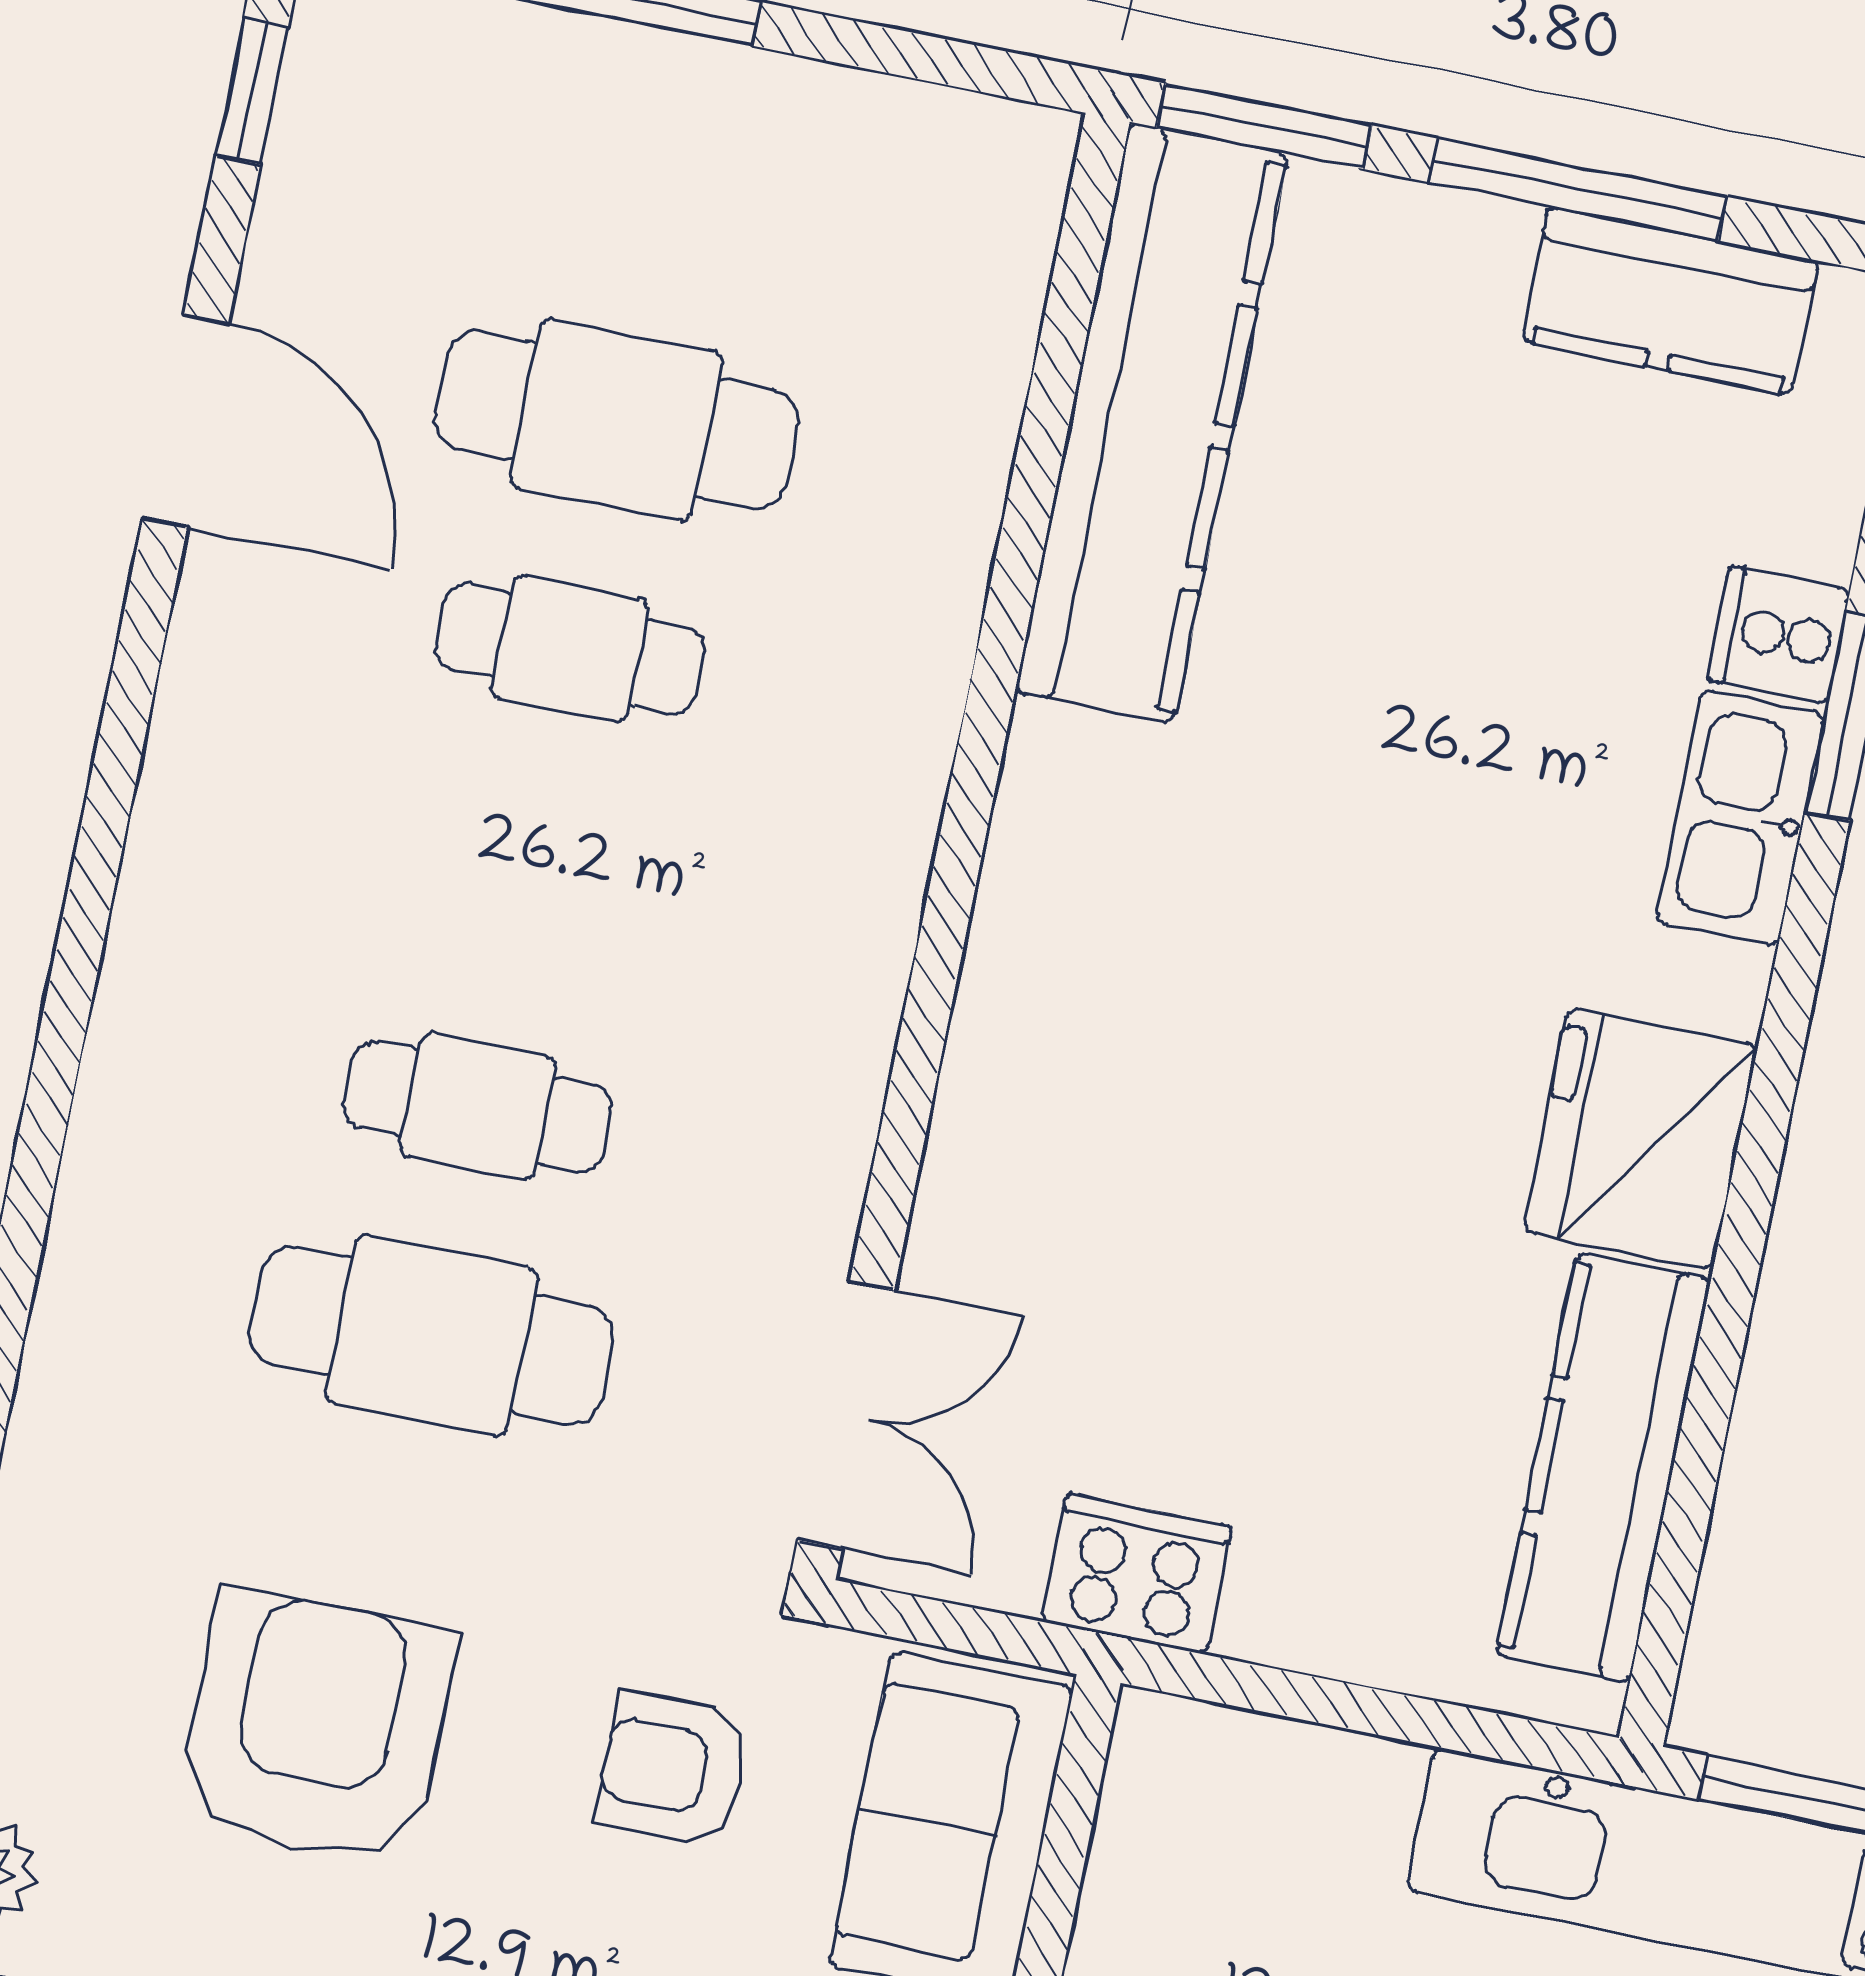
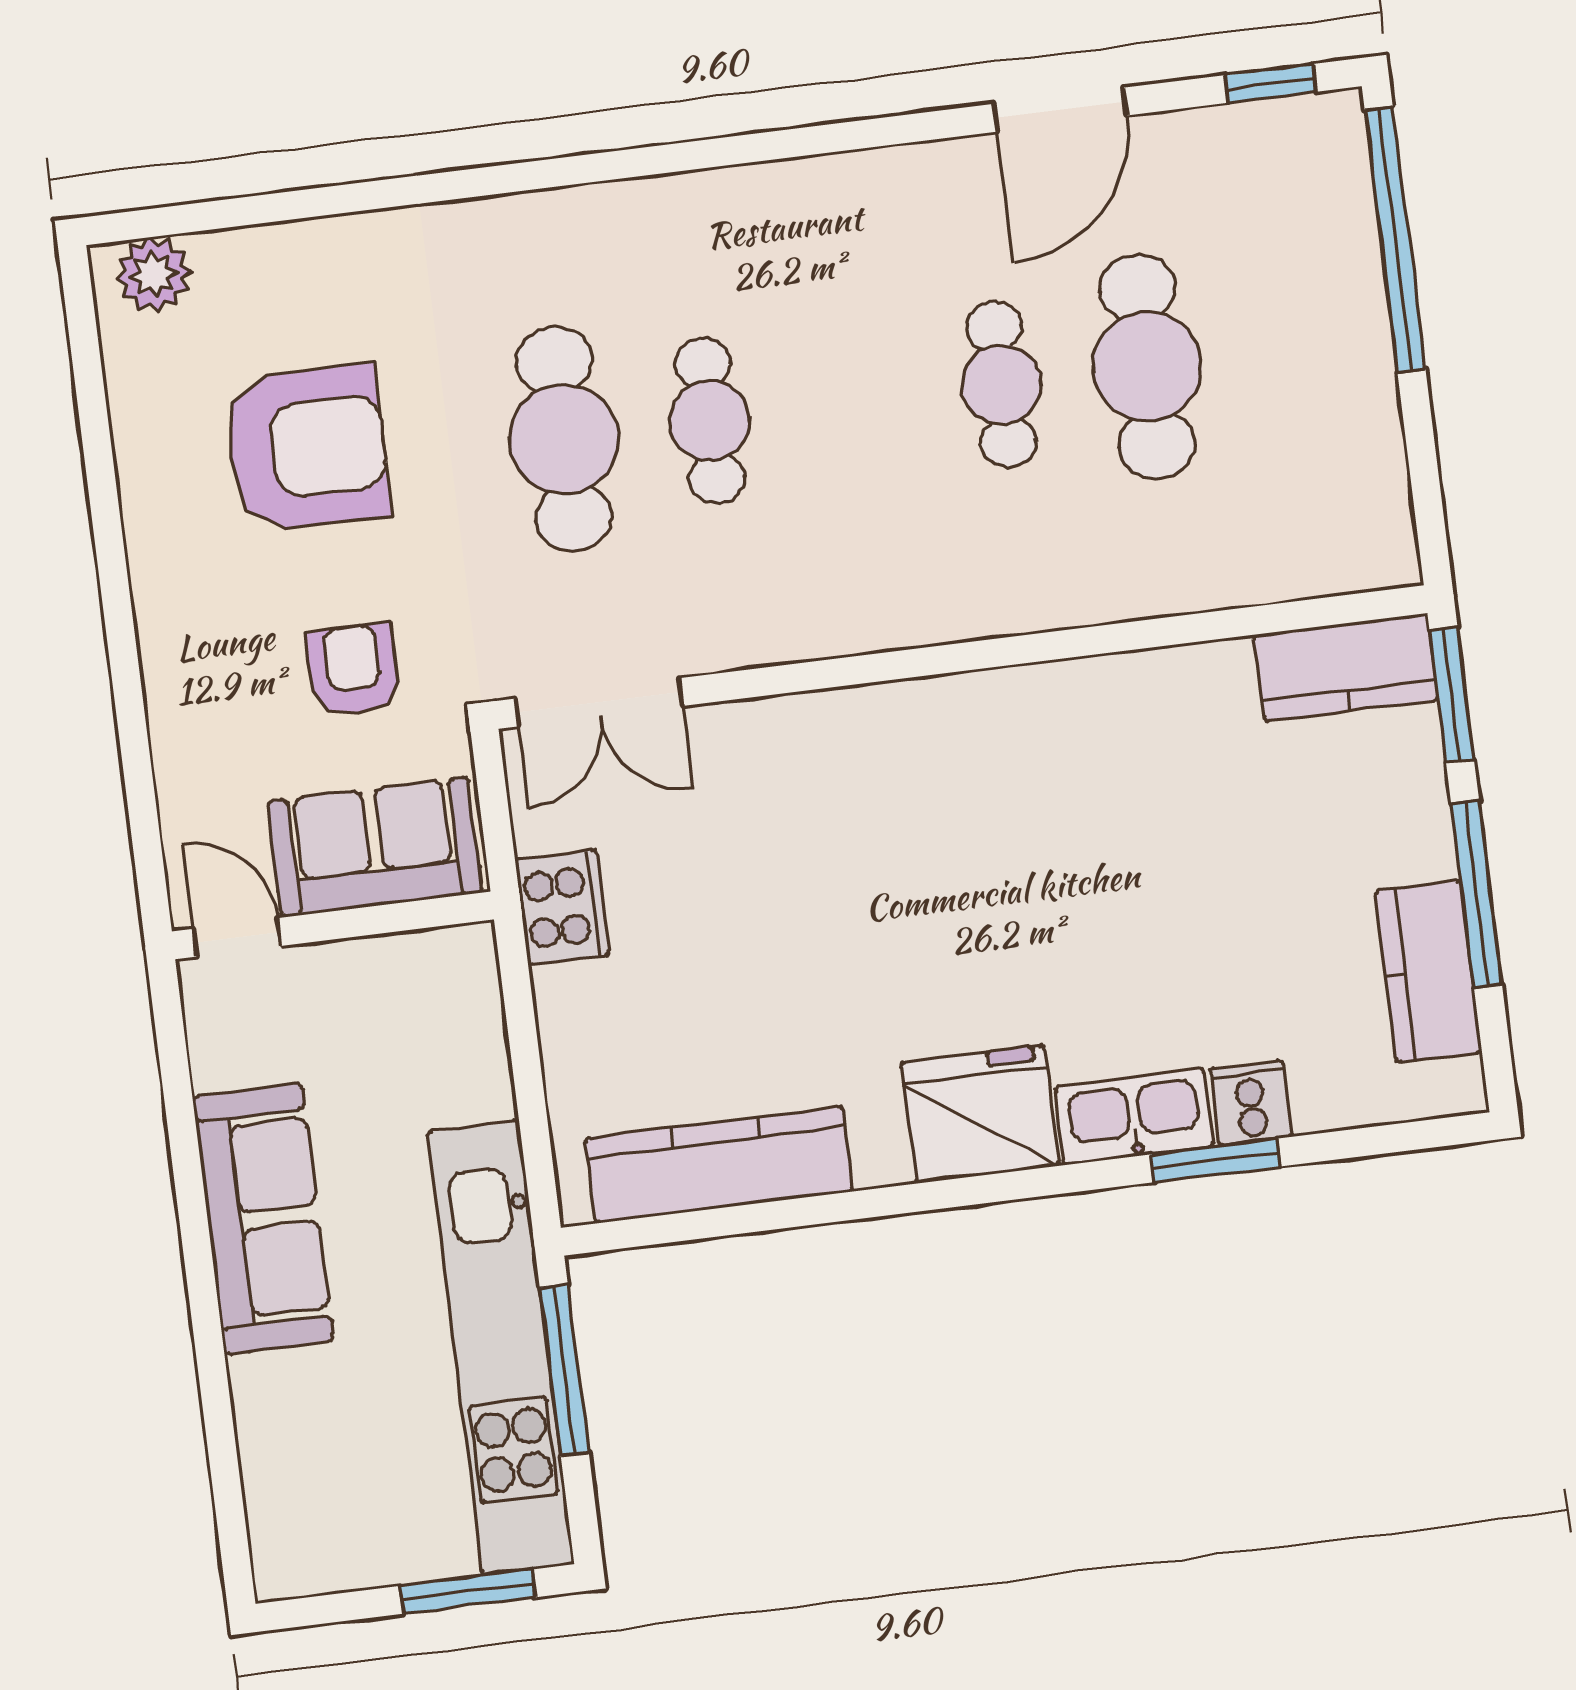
kitchen counter: (1152, 423) -> (1346, 667), width x0.48, depth x0.86
fridge: (1641, 1139) -> (980, 1114), moved

